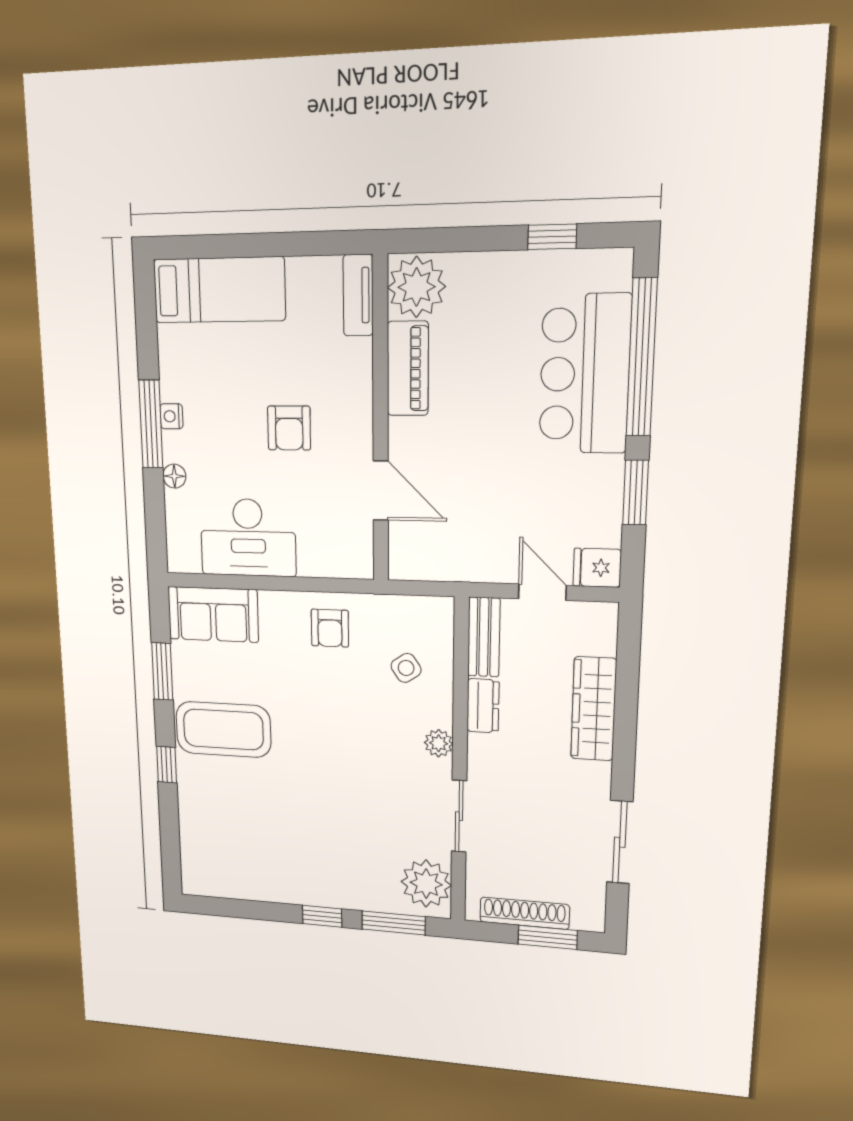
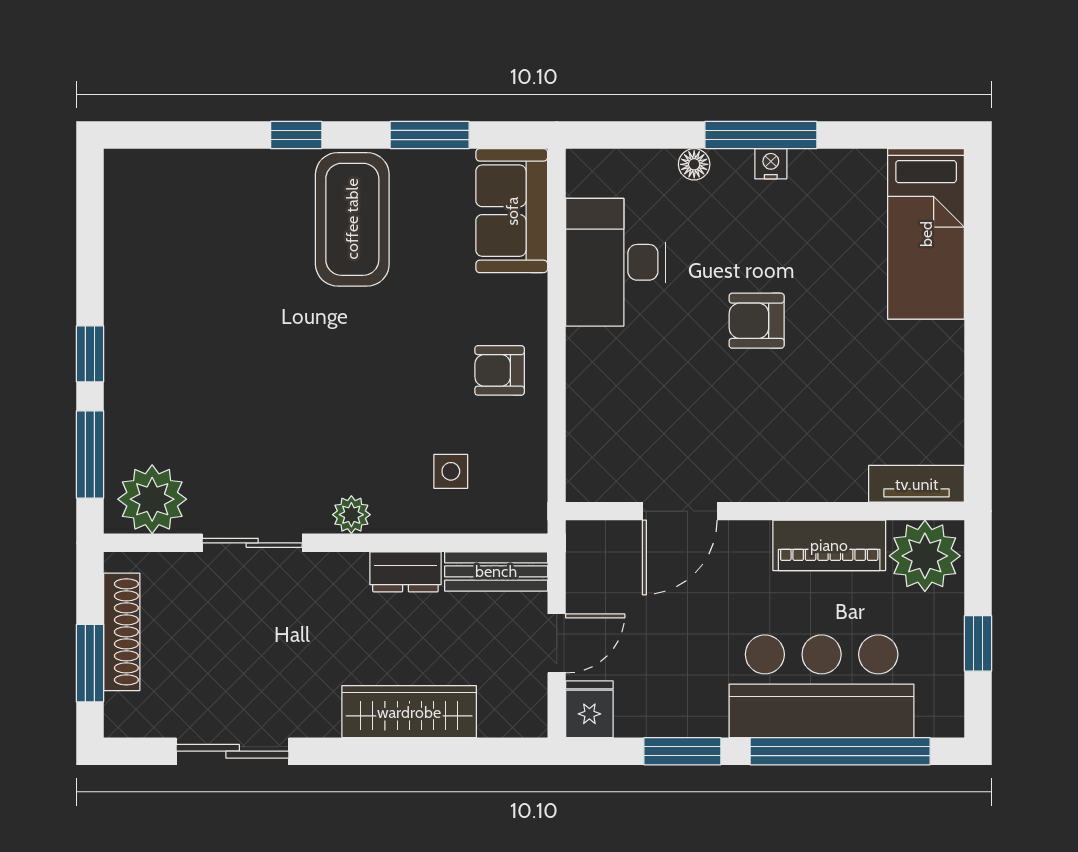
plant: (417, 287) -> (925, 556), moved
tv unit: (358, 295) -> (917, 484), moved
piano: (408, 369) -> (829, 545), moved
wall: (381, 422) -> (765, 511), moved
door: (381, 491) -> (680, 511), moved
side table: (406, 668) -> (451, 471), turned 34

